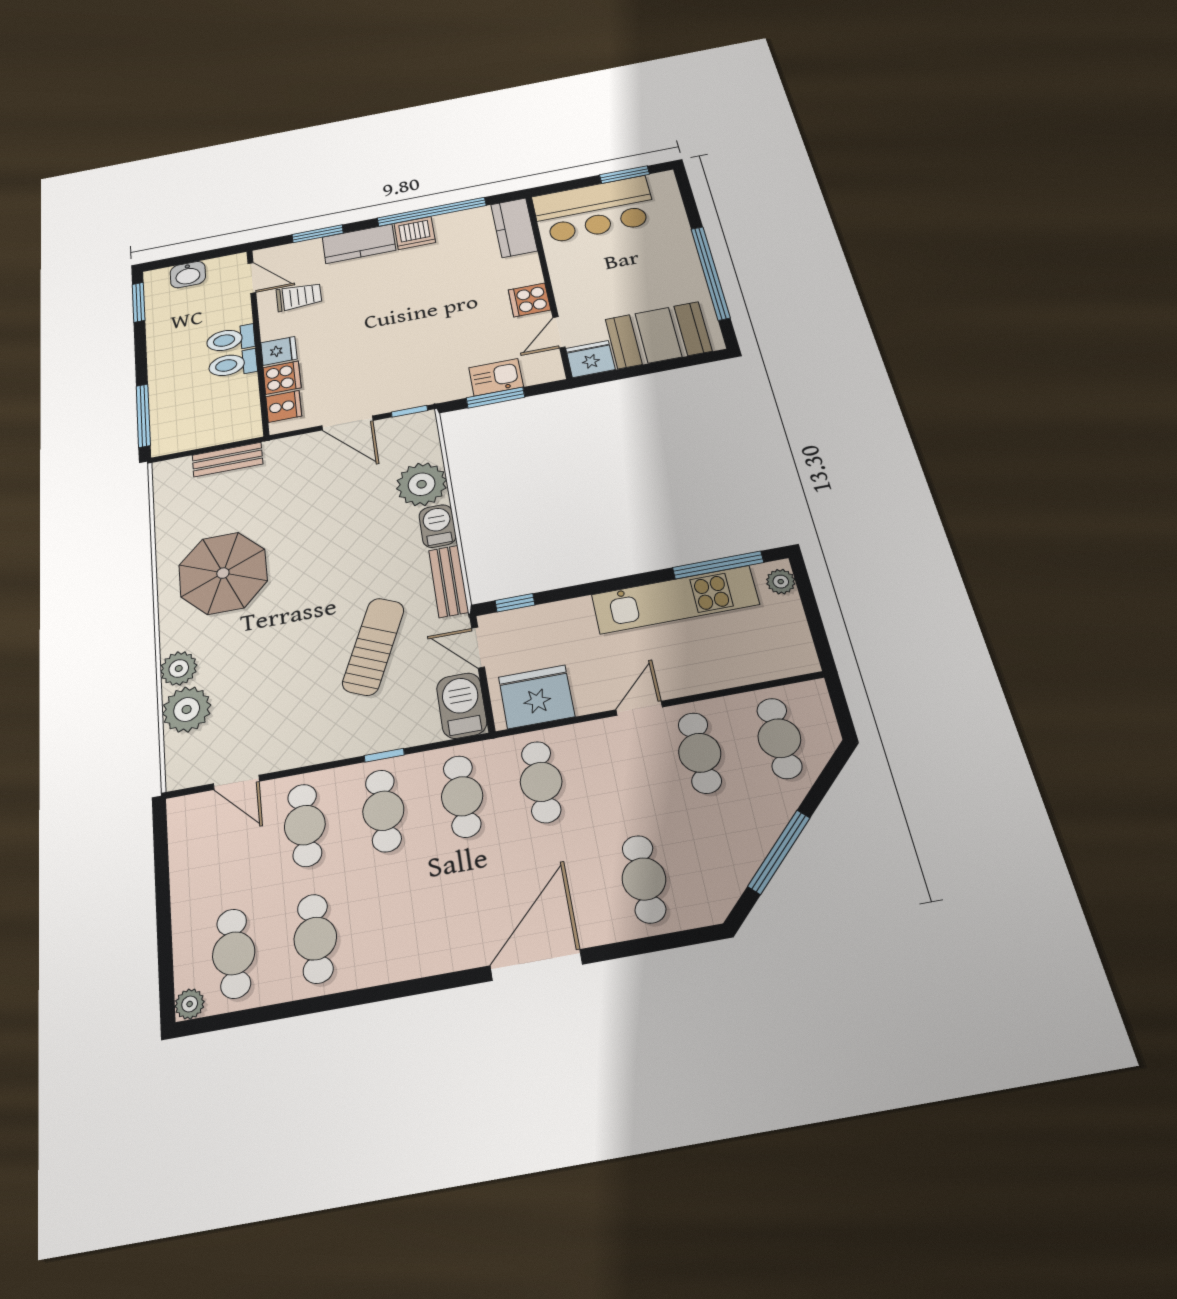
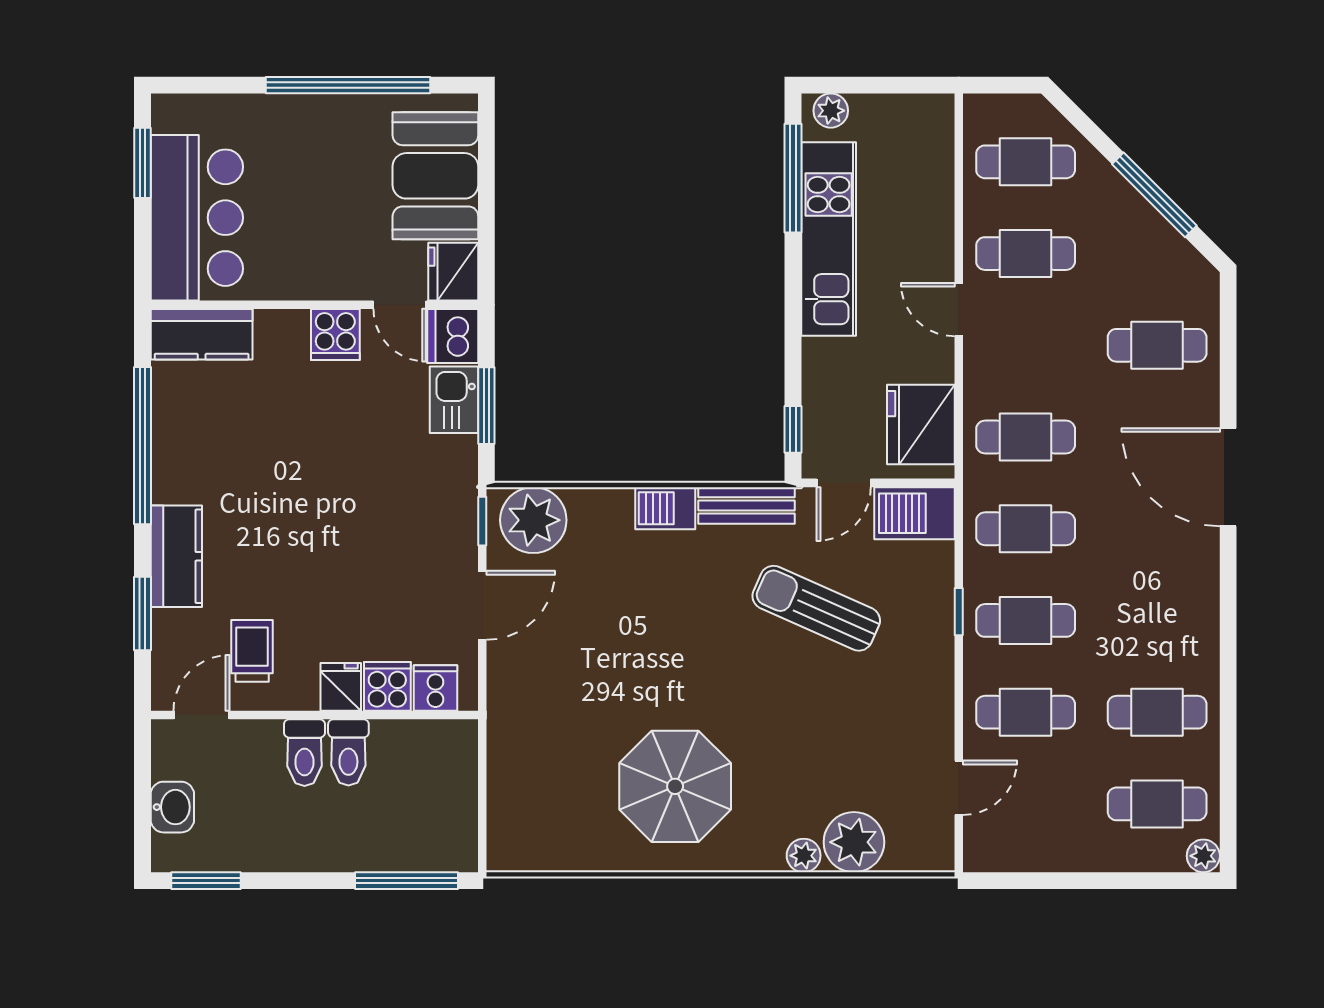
dishwasher: (415, 233) -> (453, 336), moved, turned 180
bench: (227, 460) -> (504, 770), removed
plant: (422, 484) -> (533, 520), moved
plant: (179, 668) -> (804, 856), width x0.73, depth x0.73

